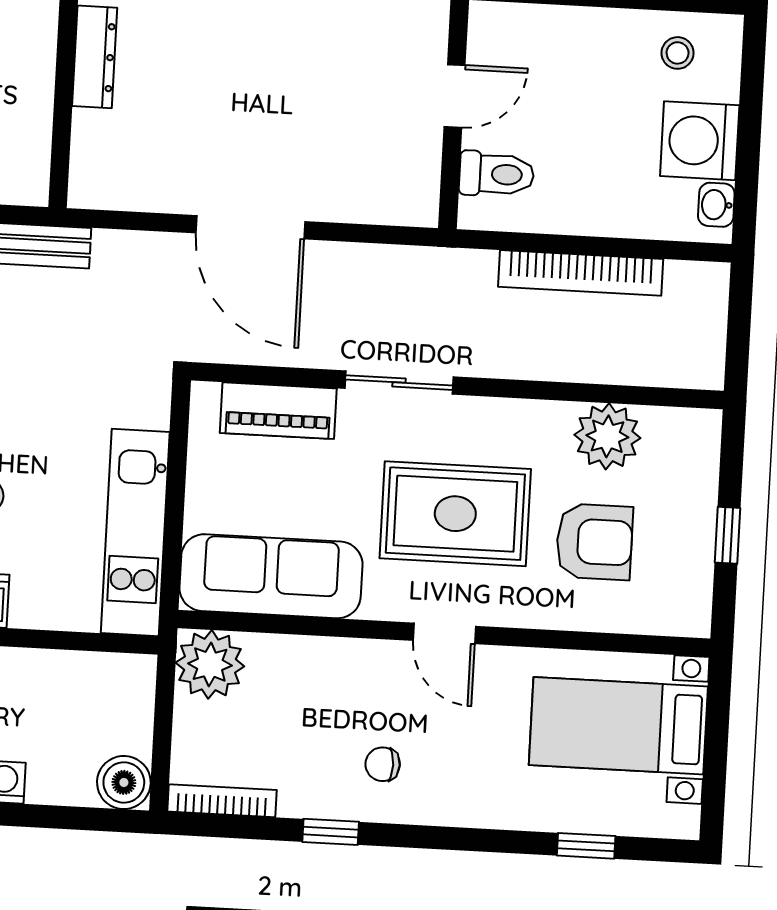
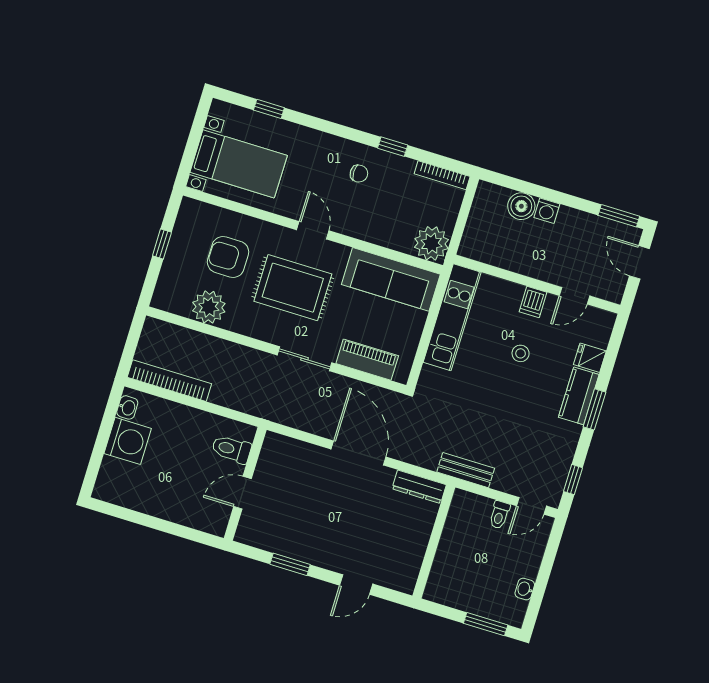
stool: (678, 53) -> (128, 487), removed
dresser: (95, 57) -> (419, 487), moved, turned -90
bookcase: (581, 273) -> (169, 381), moved
boiler: (124, 782) -> (521, 206), moved

